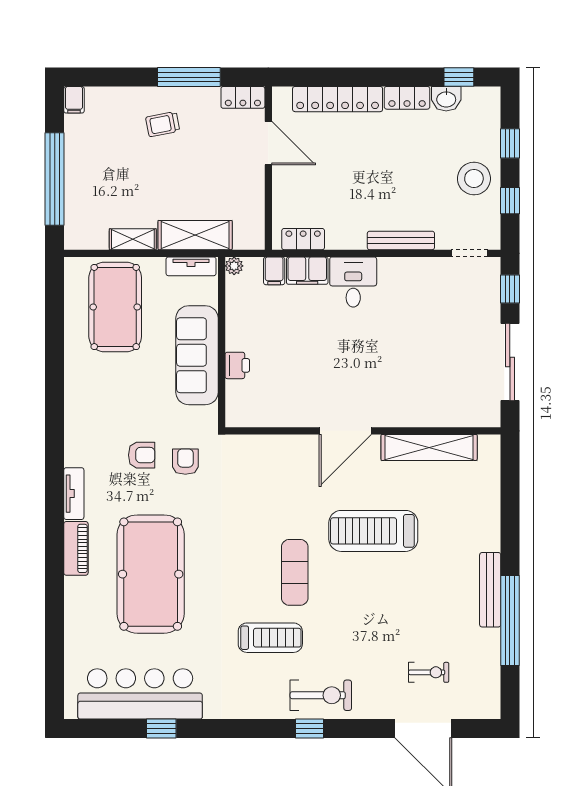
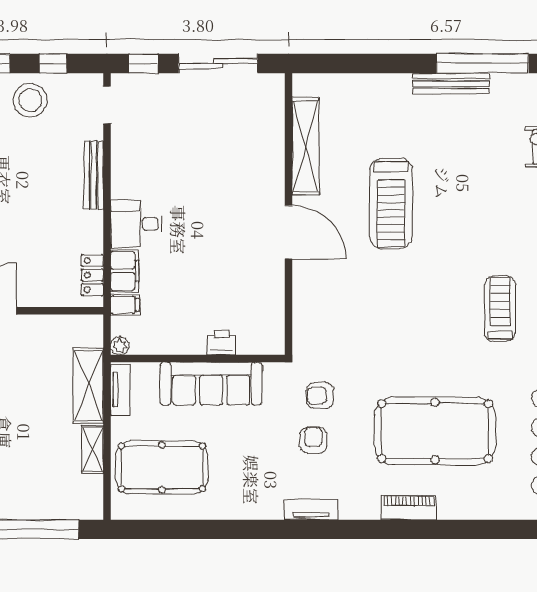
tv unit: (74, 494) -> (311, 510), moved
exercise mat: (295, 572) -> (433, 284), removed

